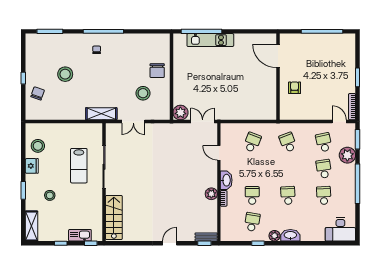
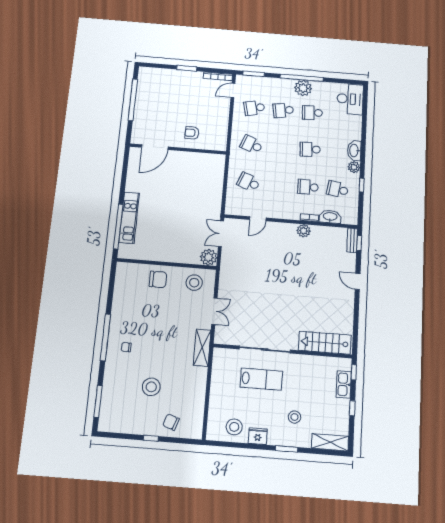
stool: (143, 93) -> (194, 283), moved
school desk: (288, 142) -> (252, 145), turned 42
plant: (347, 155) -> (303, 88), moved
washbasin: (226, 180) -> (330, 217), moved

